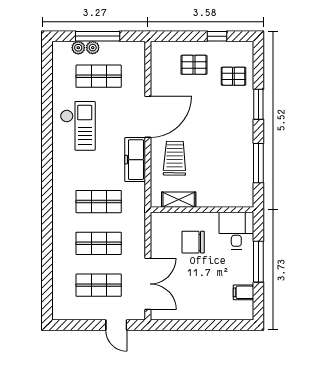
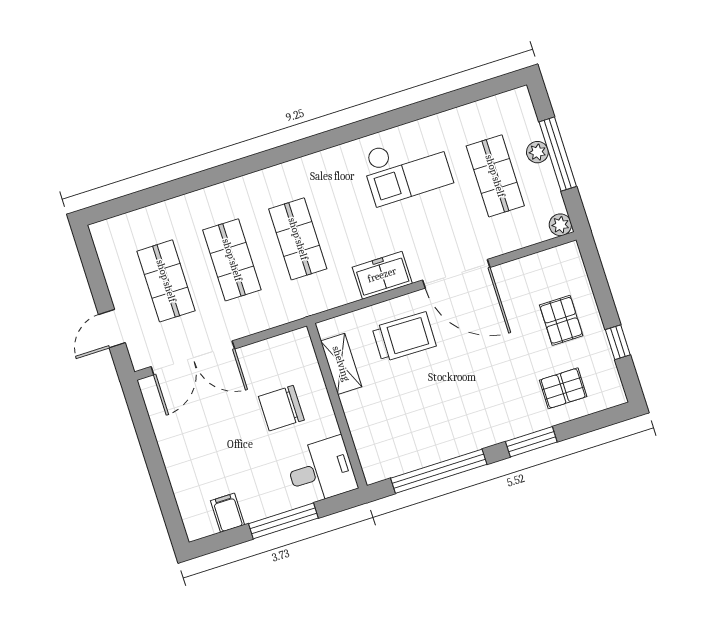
plant: (78, 48) -> (560, 225), moved
pallet: (233, 76) -> (563, 388), turned 90
freezer: (135, 160) -> (382, 275), width x0.71
window: (258, 163) -> (439, 471), width x1.46
chair: (193, 242) -> (281, 408), turned -90

